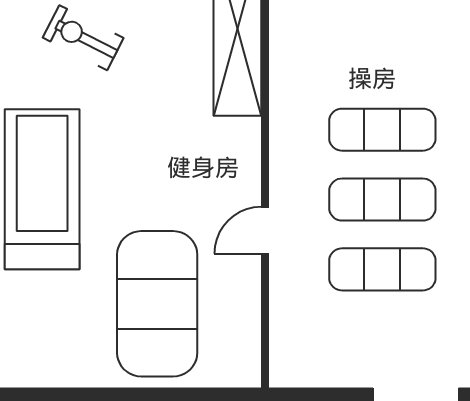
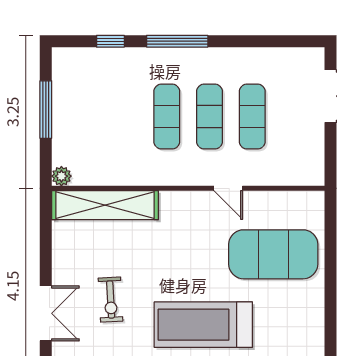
exercise bike: (83, 38) -> (111, 300), turned -30

